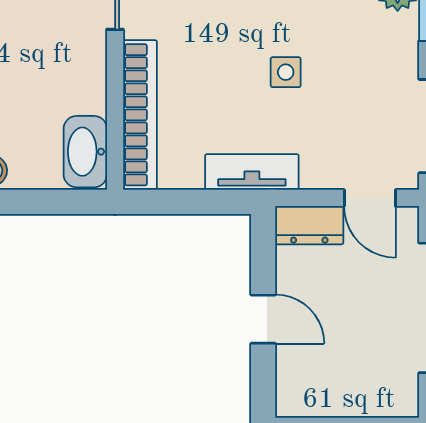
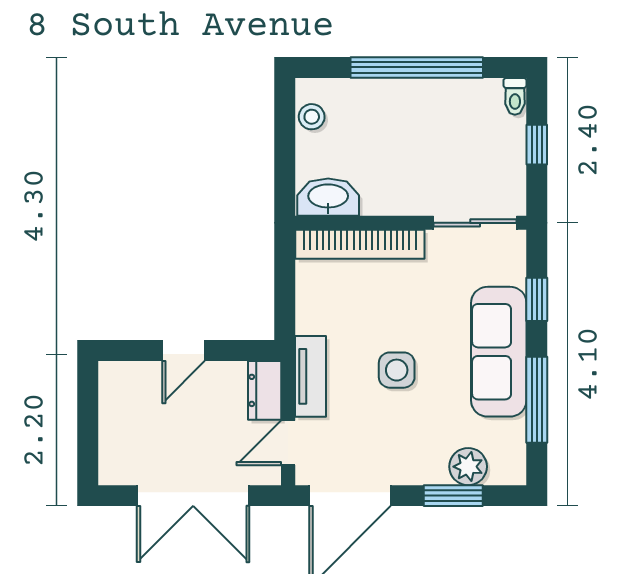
side table: (286, 72) -> (397, 370), width x1.37, depth x1.37
tv unit: (252, 172) -> (310, 376), moved

